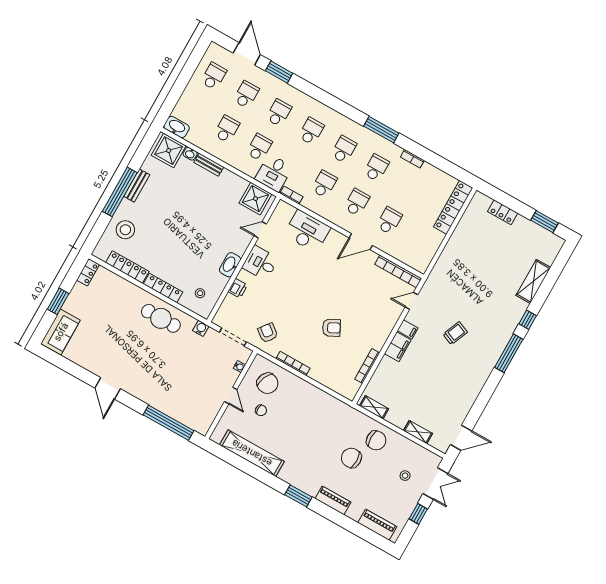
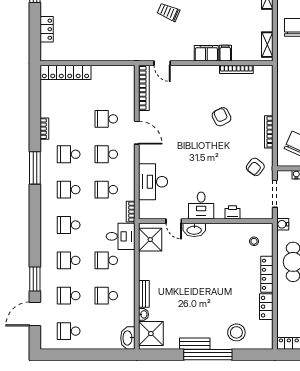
washbasin: (230, 265) -> (194, 230), moved
locker: (127, 267) -> (266, 307), width x0.66
filing cabinet: (408, 329) -> (225, 53), moved

